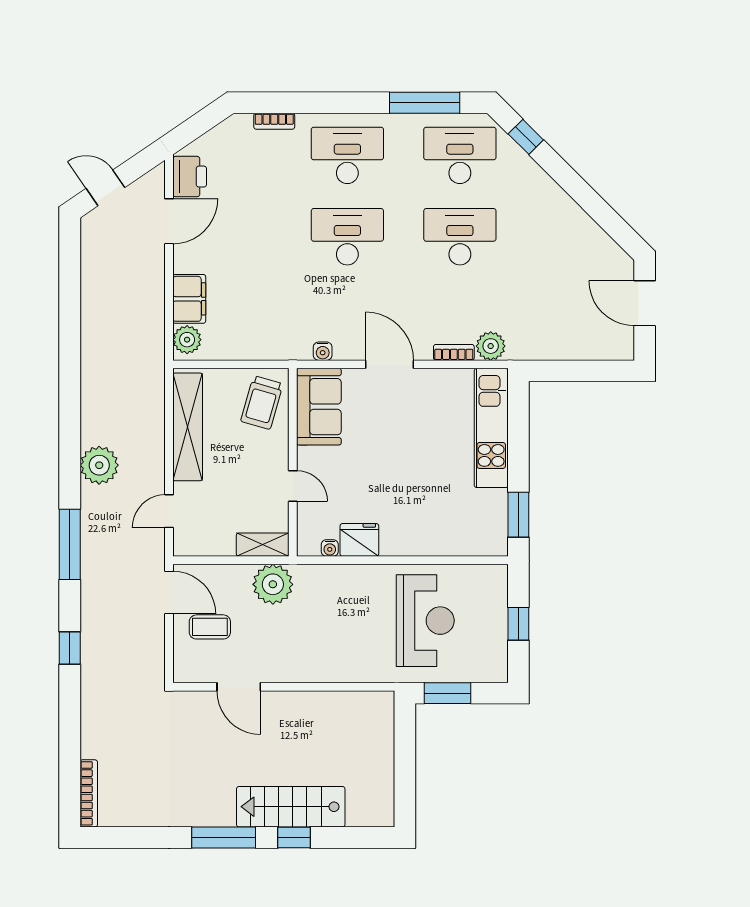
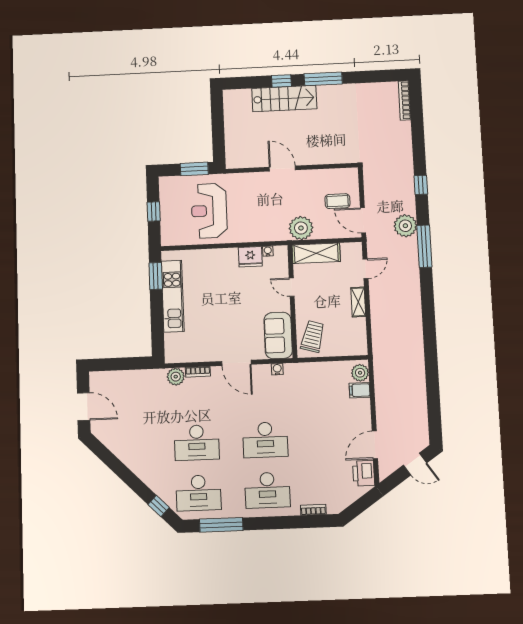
filing cabinet: (189, 299) -> (360, 390), width x0.50
shelving: (188, 427) -> (358, 302), width x0.45, depth x0.75
kitchen unit: (491, 428) -> (173, 296), moved
plant: (99, 465) -> (405, 226), moved
shelving: (263, 545) -> (316, 253), width x1.50, depth x1.33
door: (239, 687) -> (282, 169), moved

